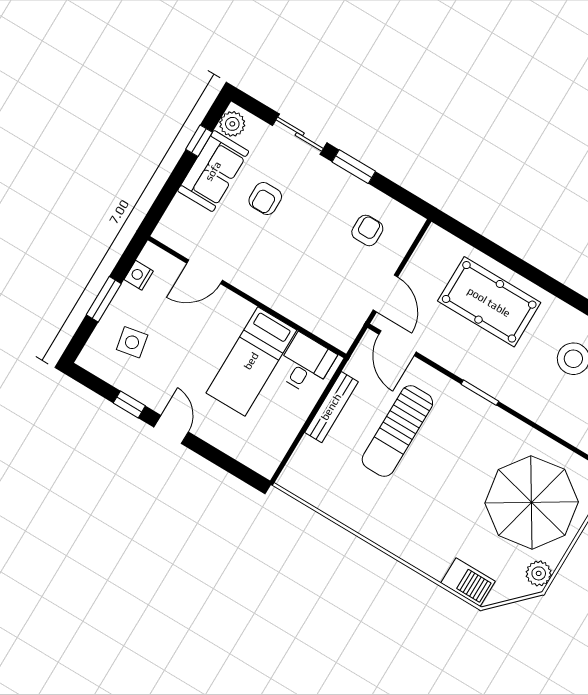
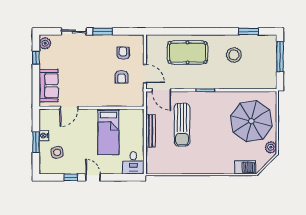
sofa: (213, 171) -> (49, 86), moved
armchair: (265, 199) -> (122, 77), moved
nightstand: (139, 275) -> (44, 136), moved
desk: (305, 364) -> (133, 163), moved, turned 180

